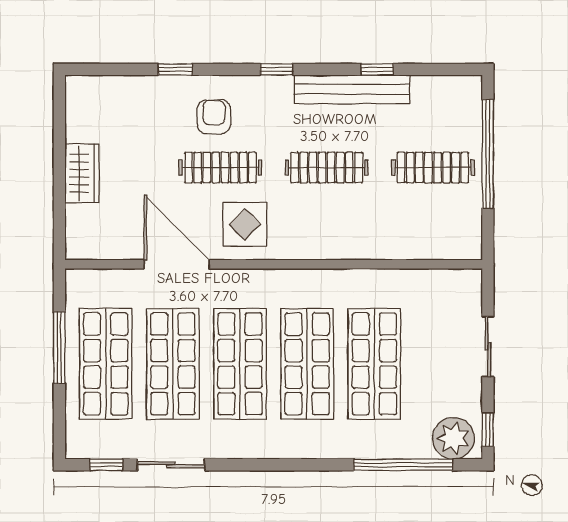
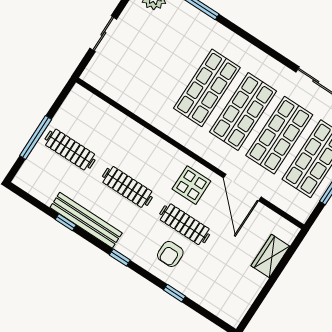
window: (488, 154) -> (36, 138), width x0.68
wardrobe: (82, 173) -> (270, 256), moved
shop shelf: (374, 364) -> (171, 64), removed

